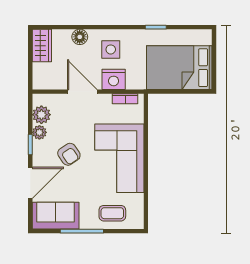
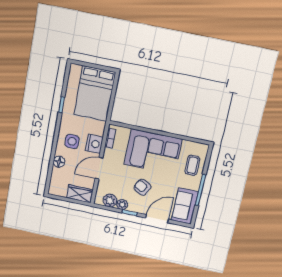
wardrobe: (42, 46) -> (80, 194), moved
armchair: (69, 154) -> (142, 187), turned -118
door: (30, 183) -> (157, 219), hinge flipped

